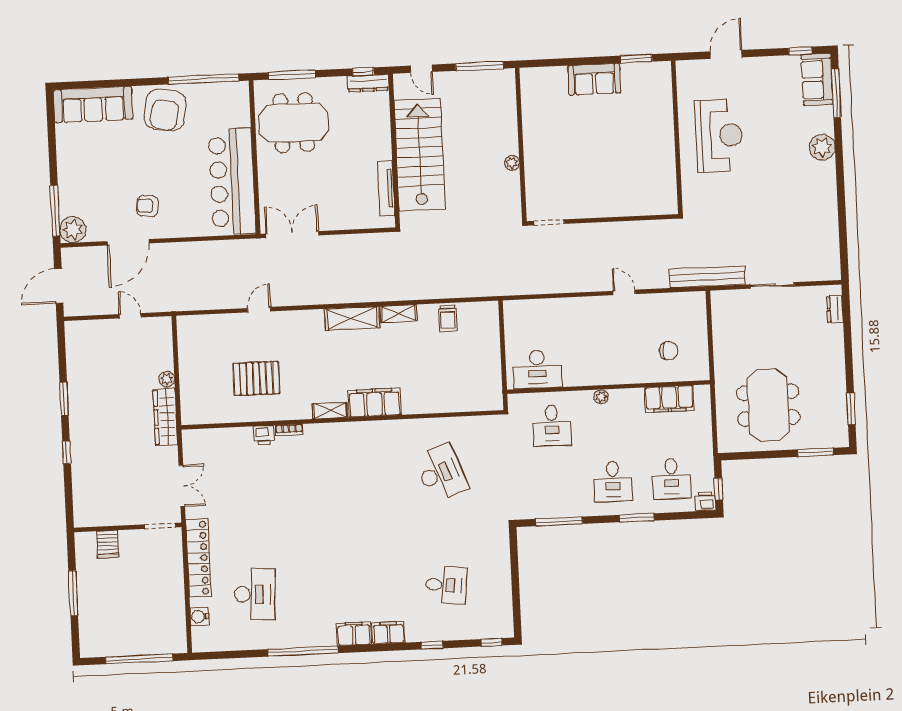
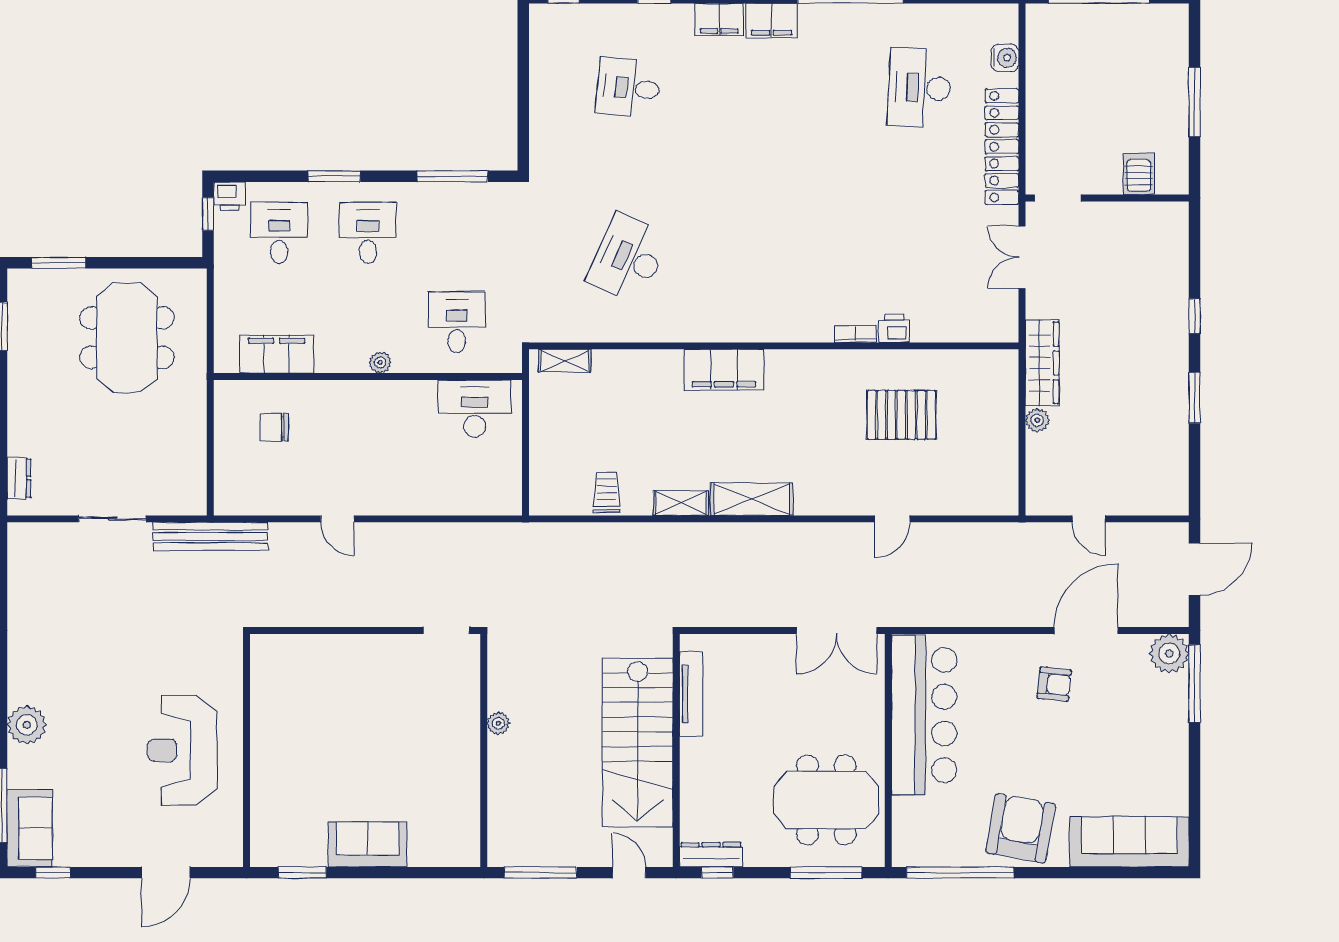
shelving: (330, 410) -> (565, 361), moved
desk: (441, 473) -> (628, 258), turned 45

